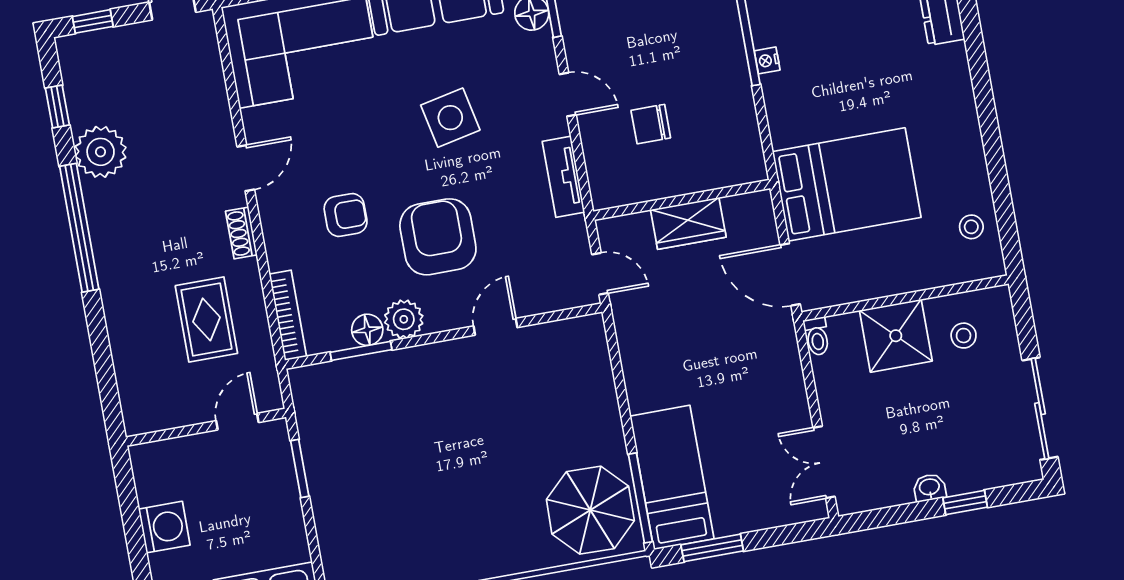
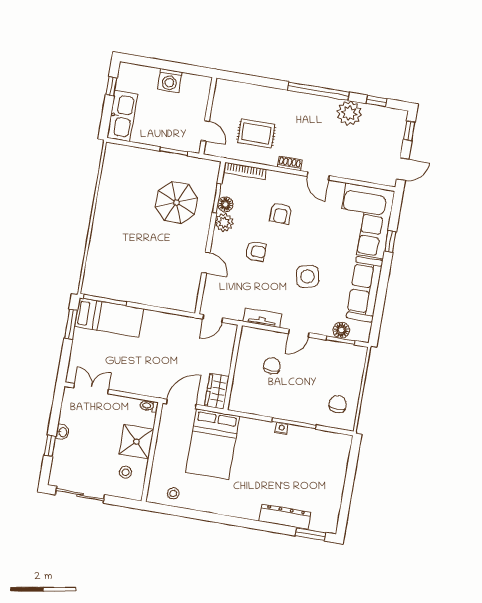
wardrobe: (688, 223) -> (217, 391), moved
armchair: (438, 237) -> (256, 251), width x0.53, depth x0.53
parasol: (590, 510) -> (176, 203), moved

